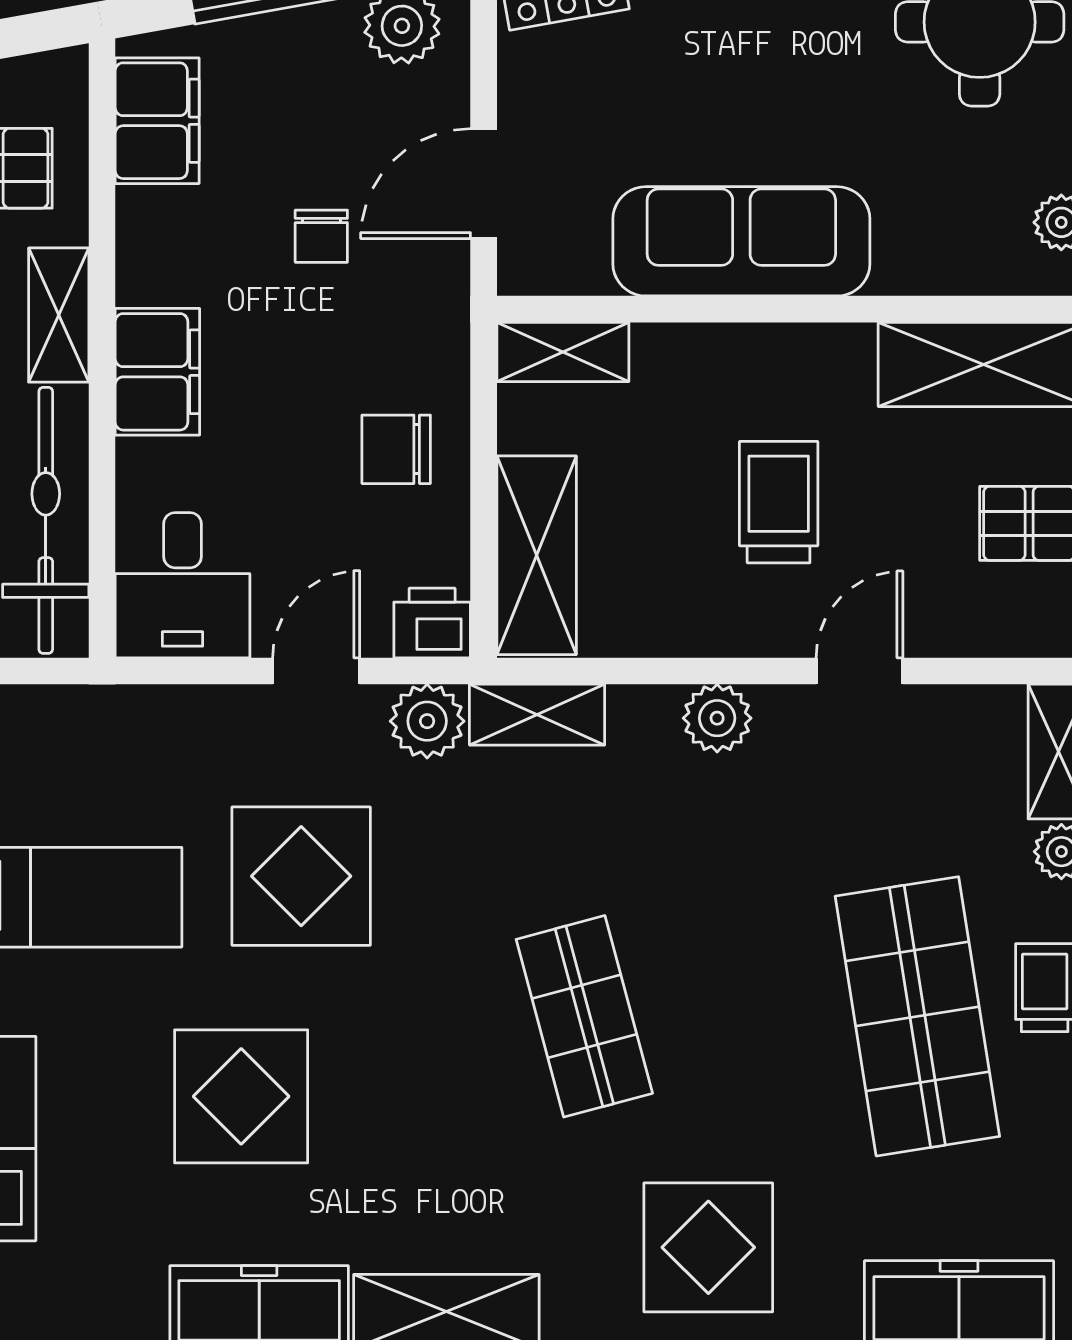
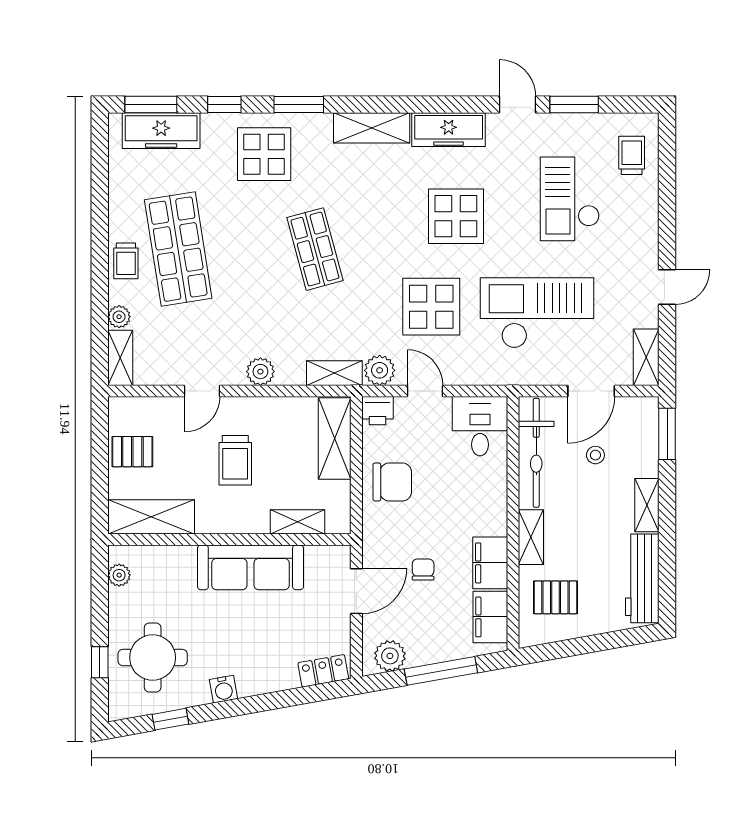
shelving: (563, 352) -> (297, 522), moved
filing cabinet: (157, 372) -> (490, 563), moved
chair: (396, 449) -> (392, 482), width x1.37, depth x1.37
door: (316, 671) -> (425, 391), swing flipped

